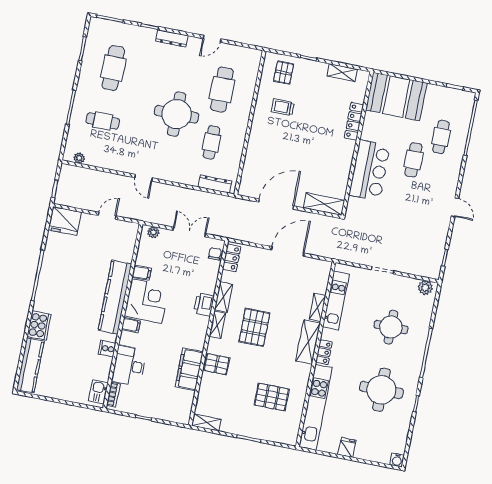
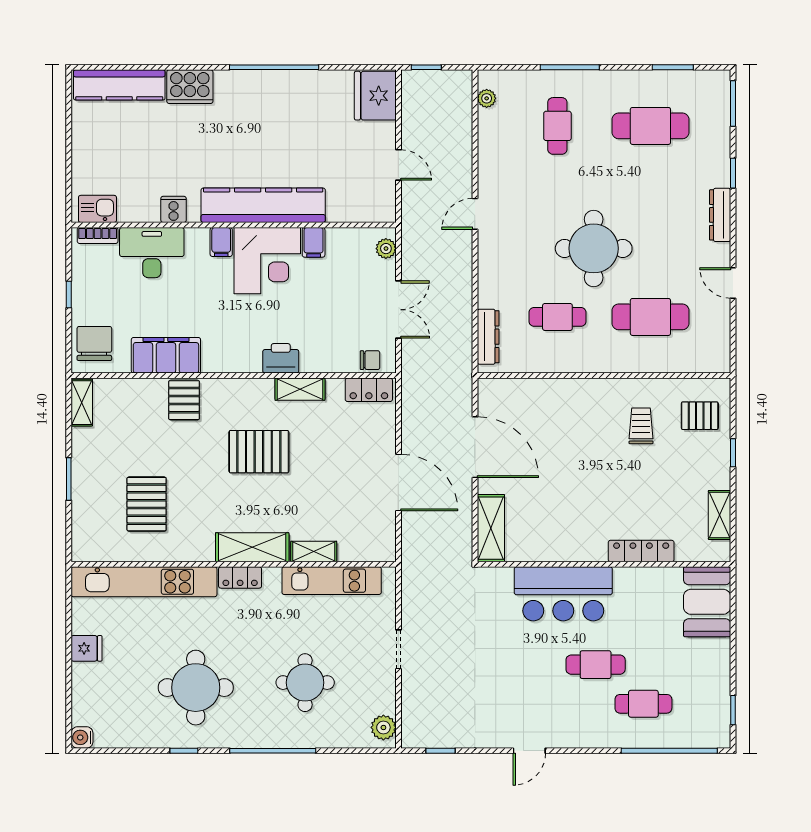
booth: (396, 97) -> (707, 602), width x0.73, depth x0.70
shelving: (217, 325) -> (251, 388), removed
chair: (174, 409) -> (94, 344), added

